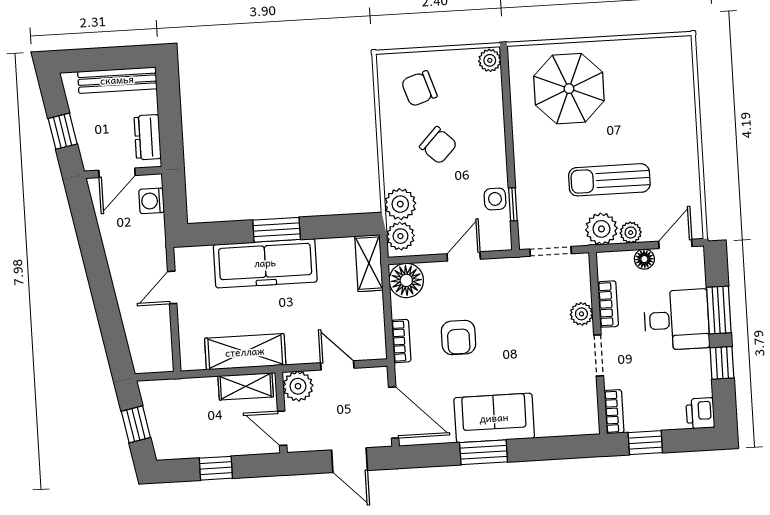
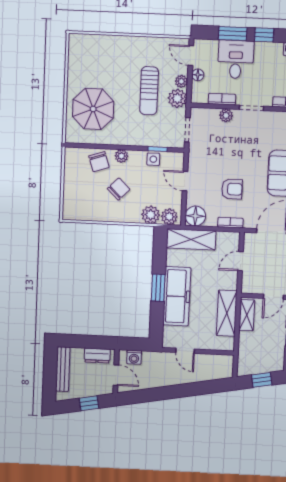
plant: (490, 60) -> (121, 156), moved
chair: (419, 89) -> (99, 162), moved
shelving: (369, 263) -> (191, 239), width x1.50, depth x1.33
plant: (298, 386) -> (250, 285), removed

